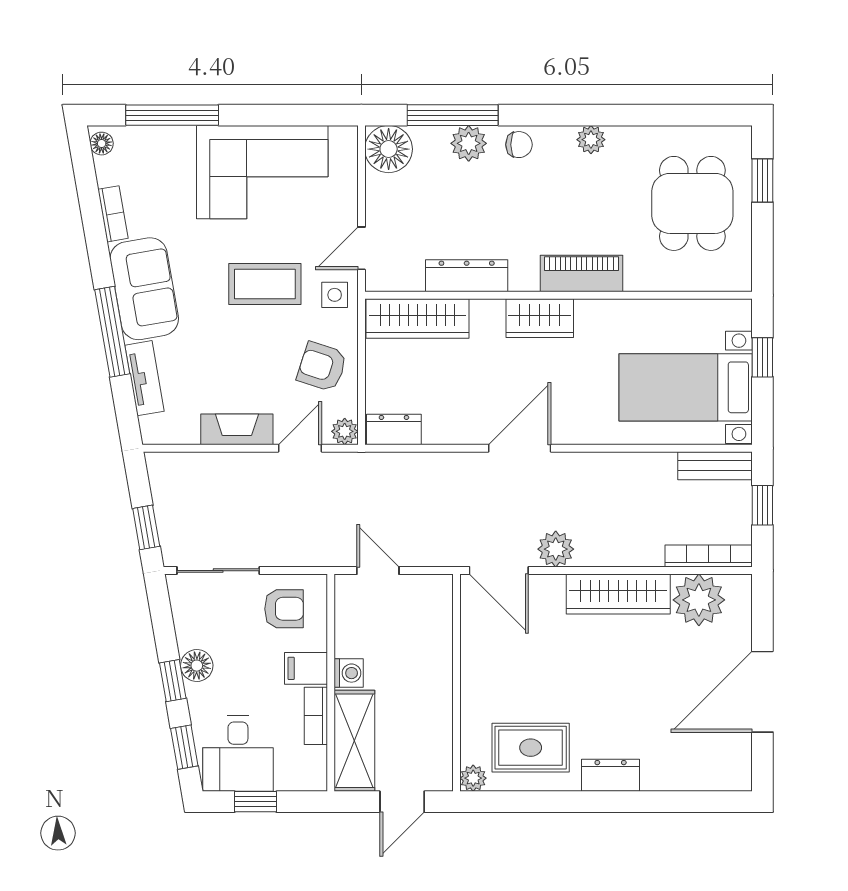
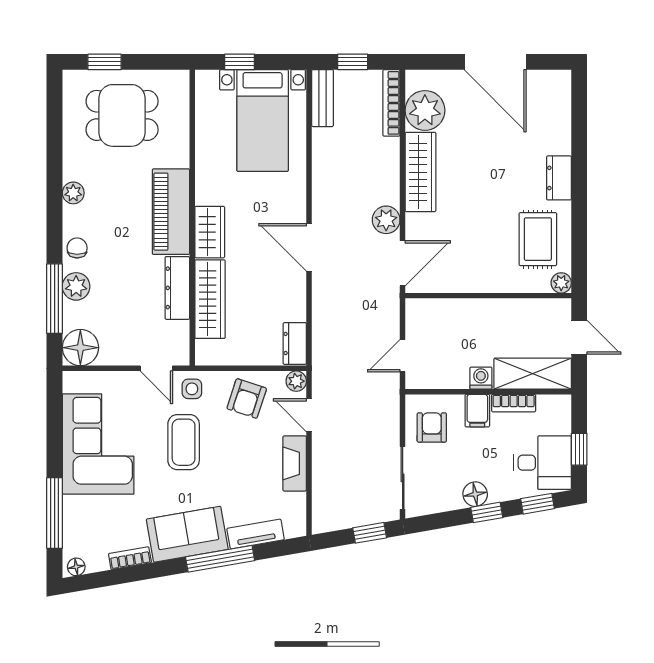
piano: (581, 273) -> (171, 212), width x1.37, depth x1.33
wardrobe: (418, 319) -> (210, 299), moved

